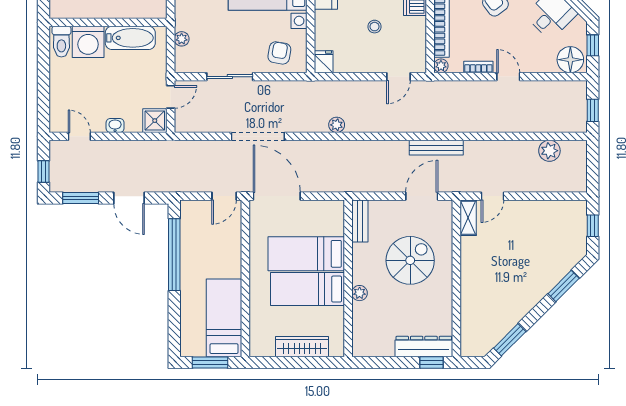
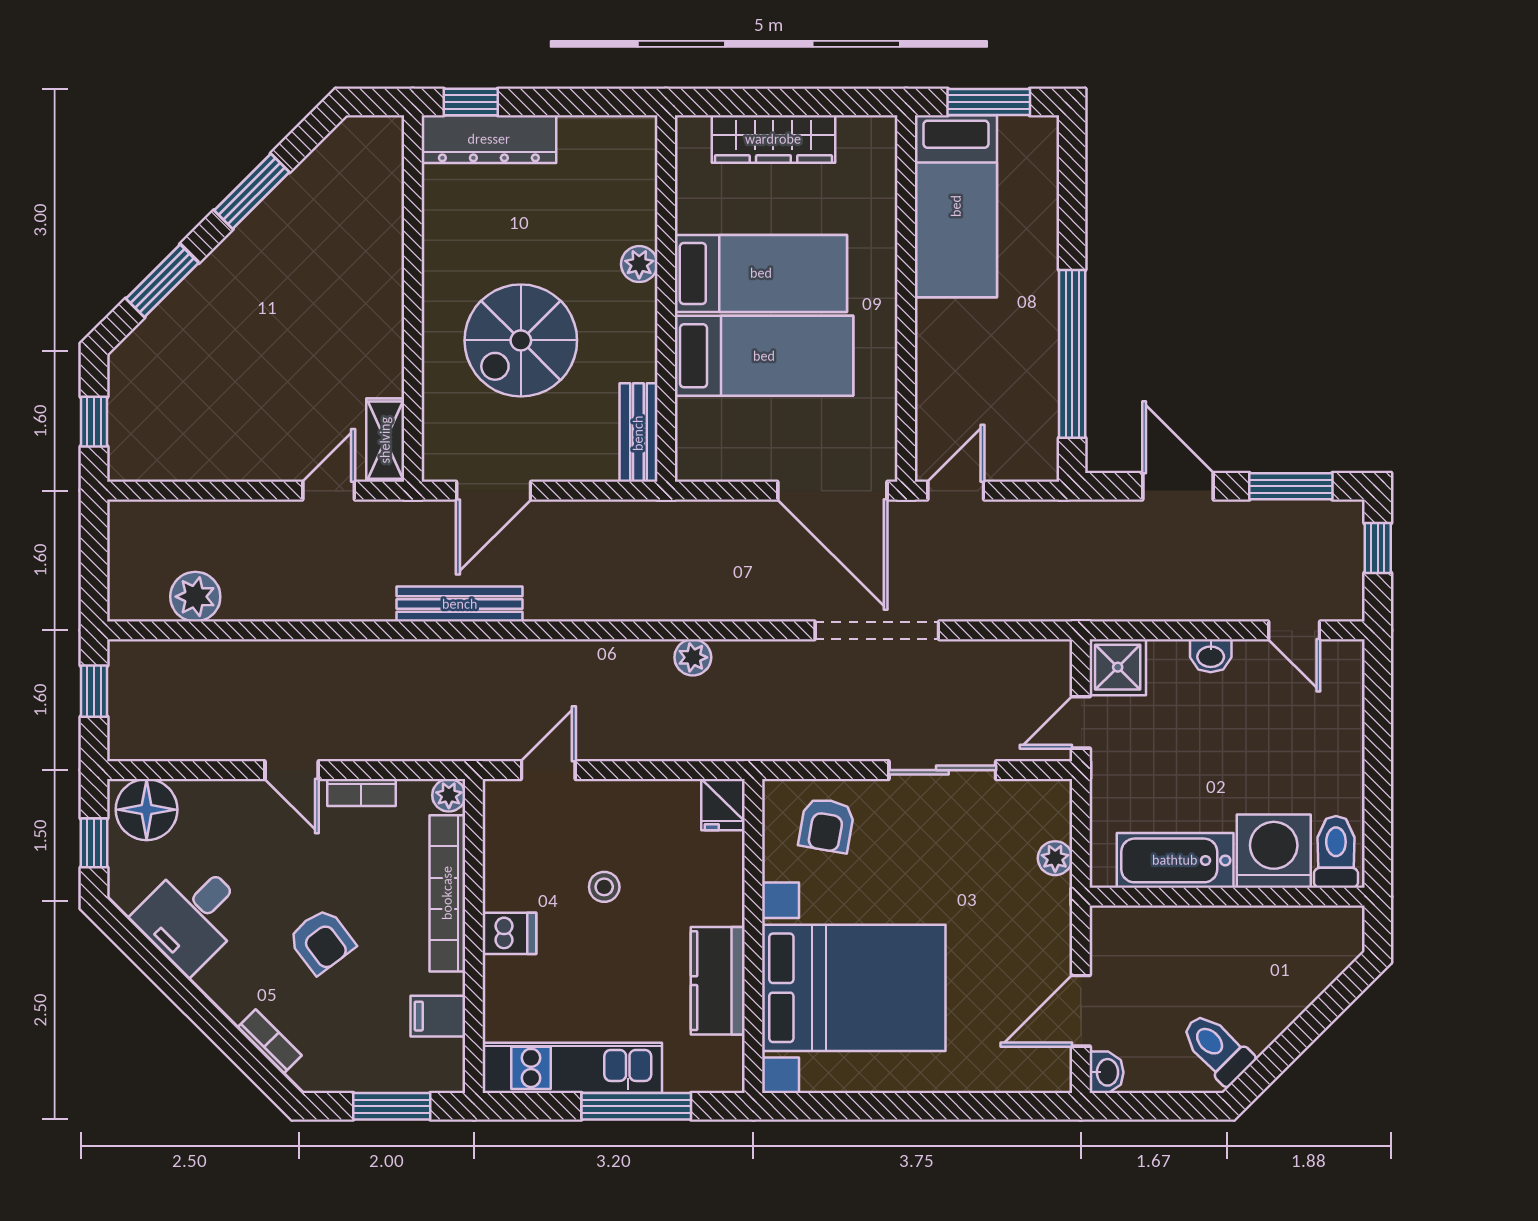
window: (510, 340) -> (252, 191), moved

